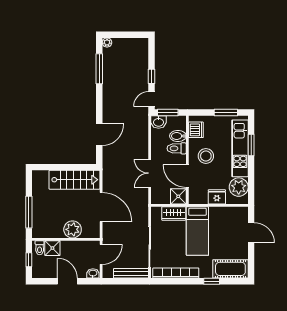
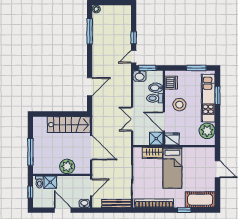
fridge: (217, 197) -> (172, 139), moved

